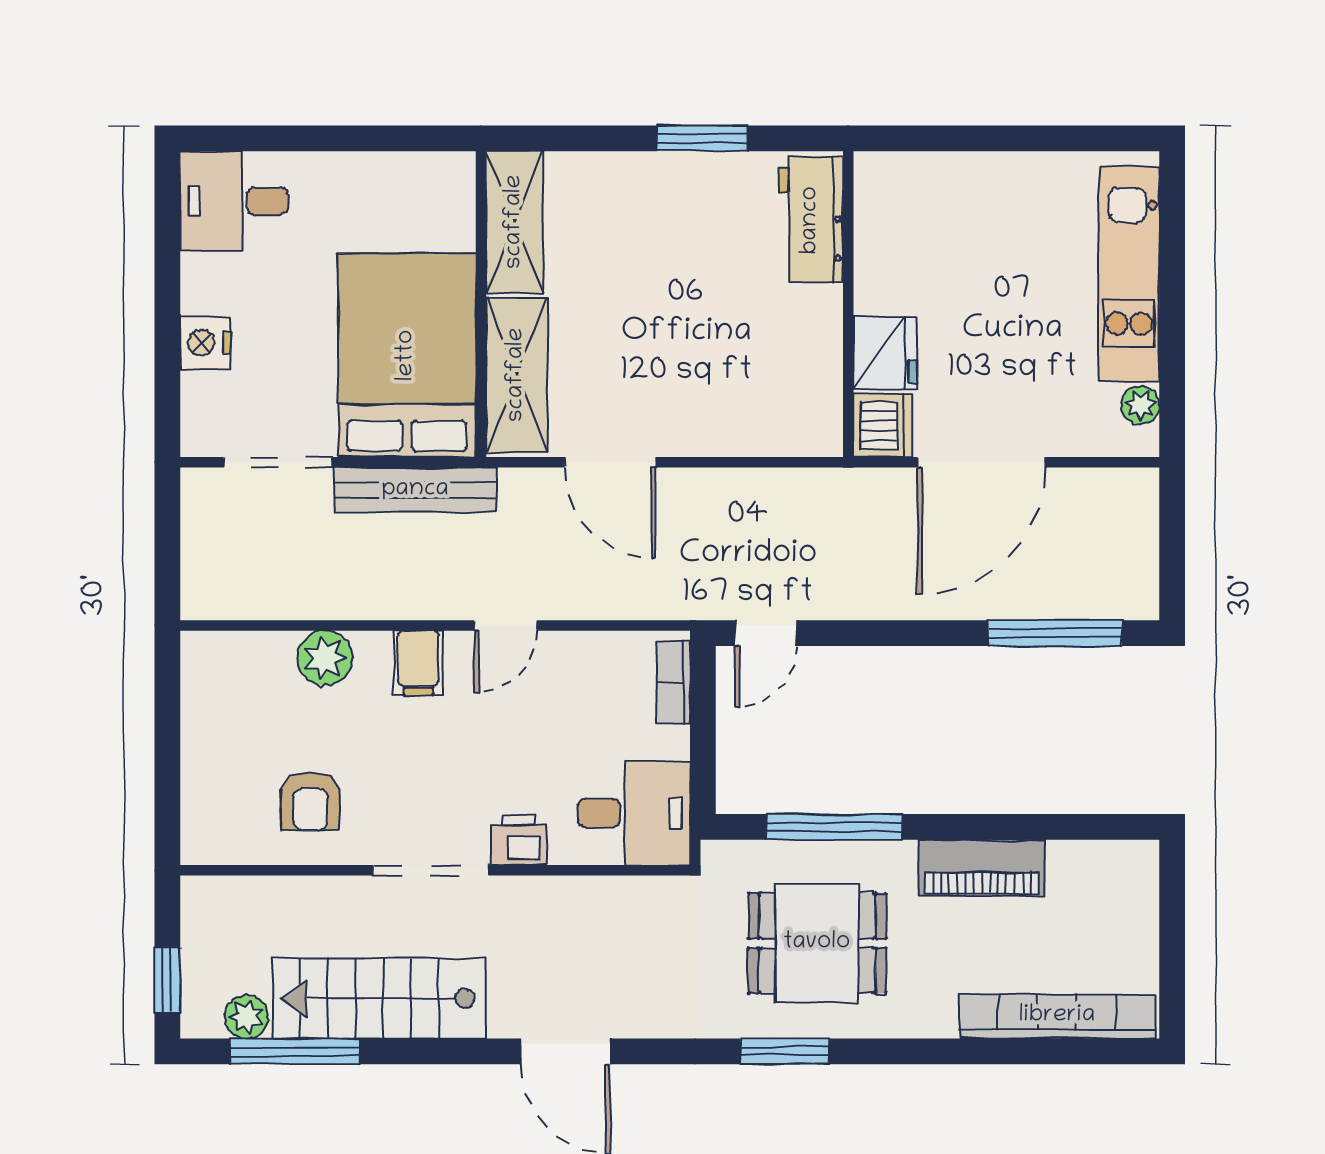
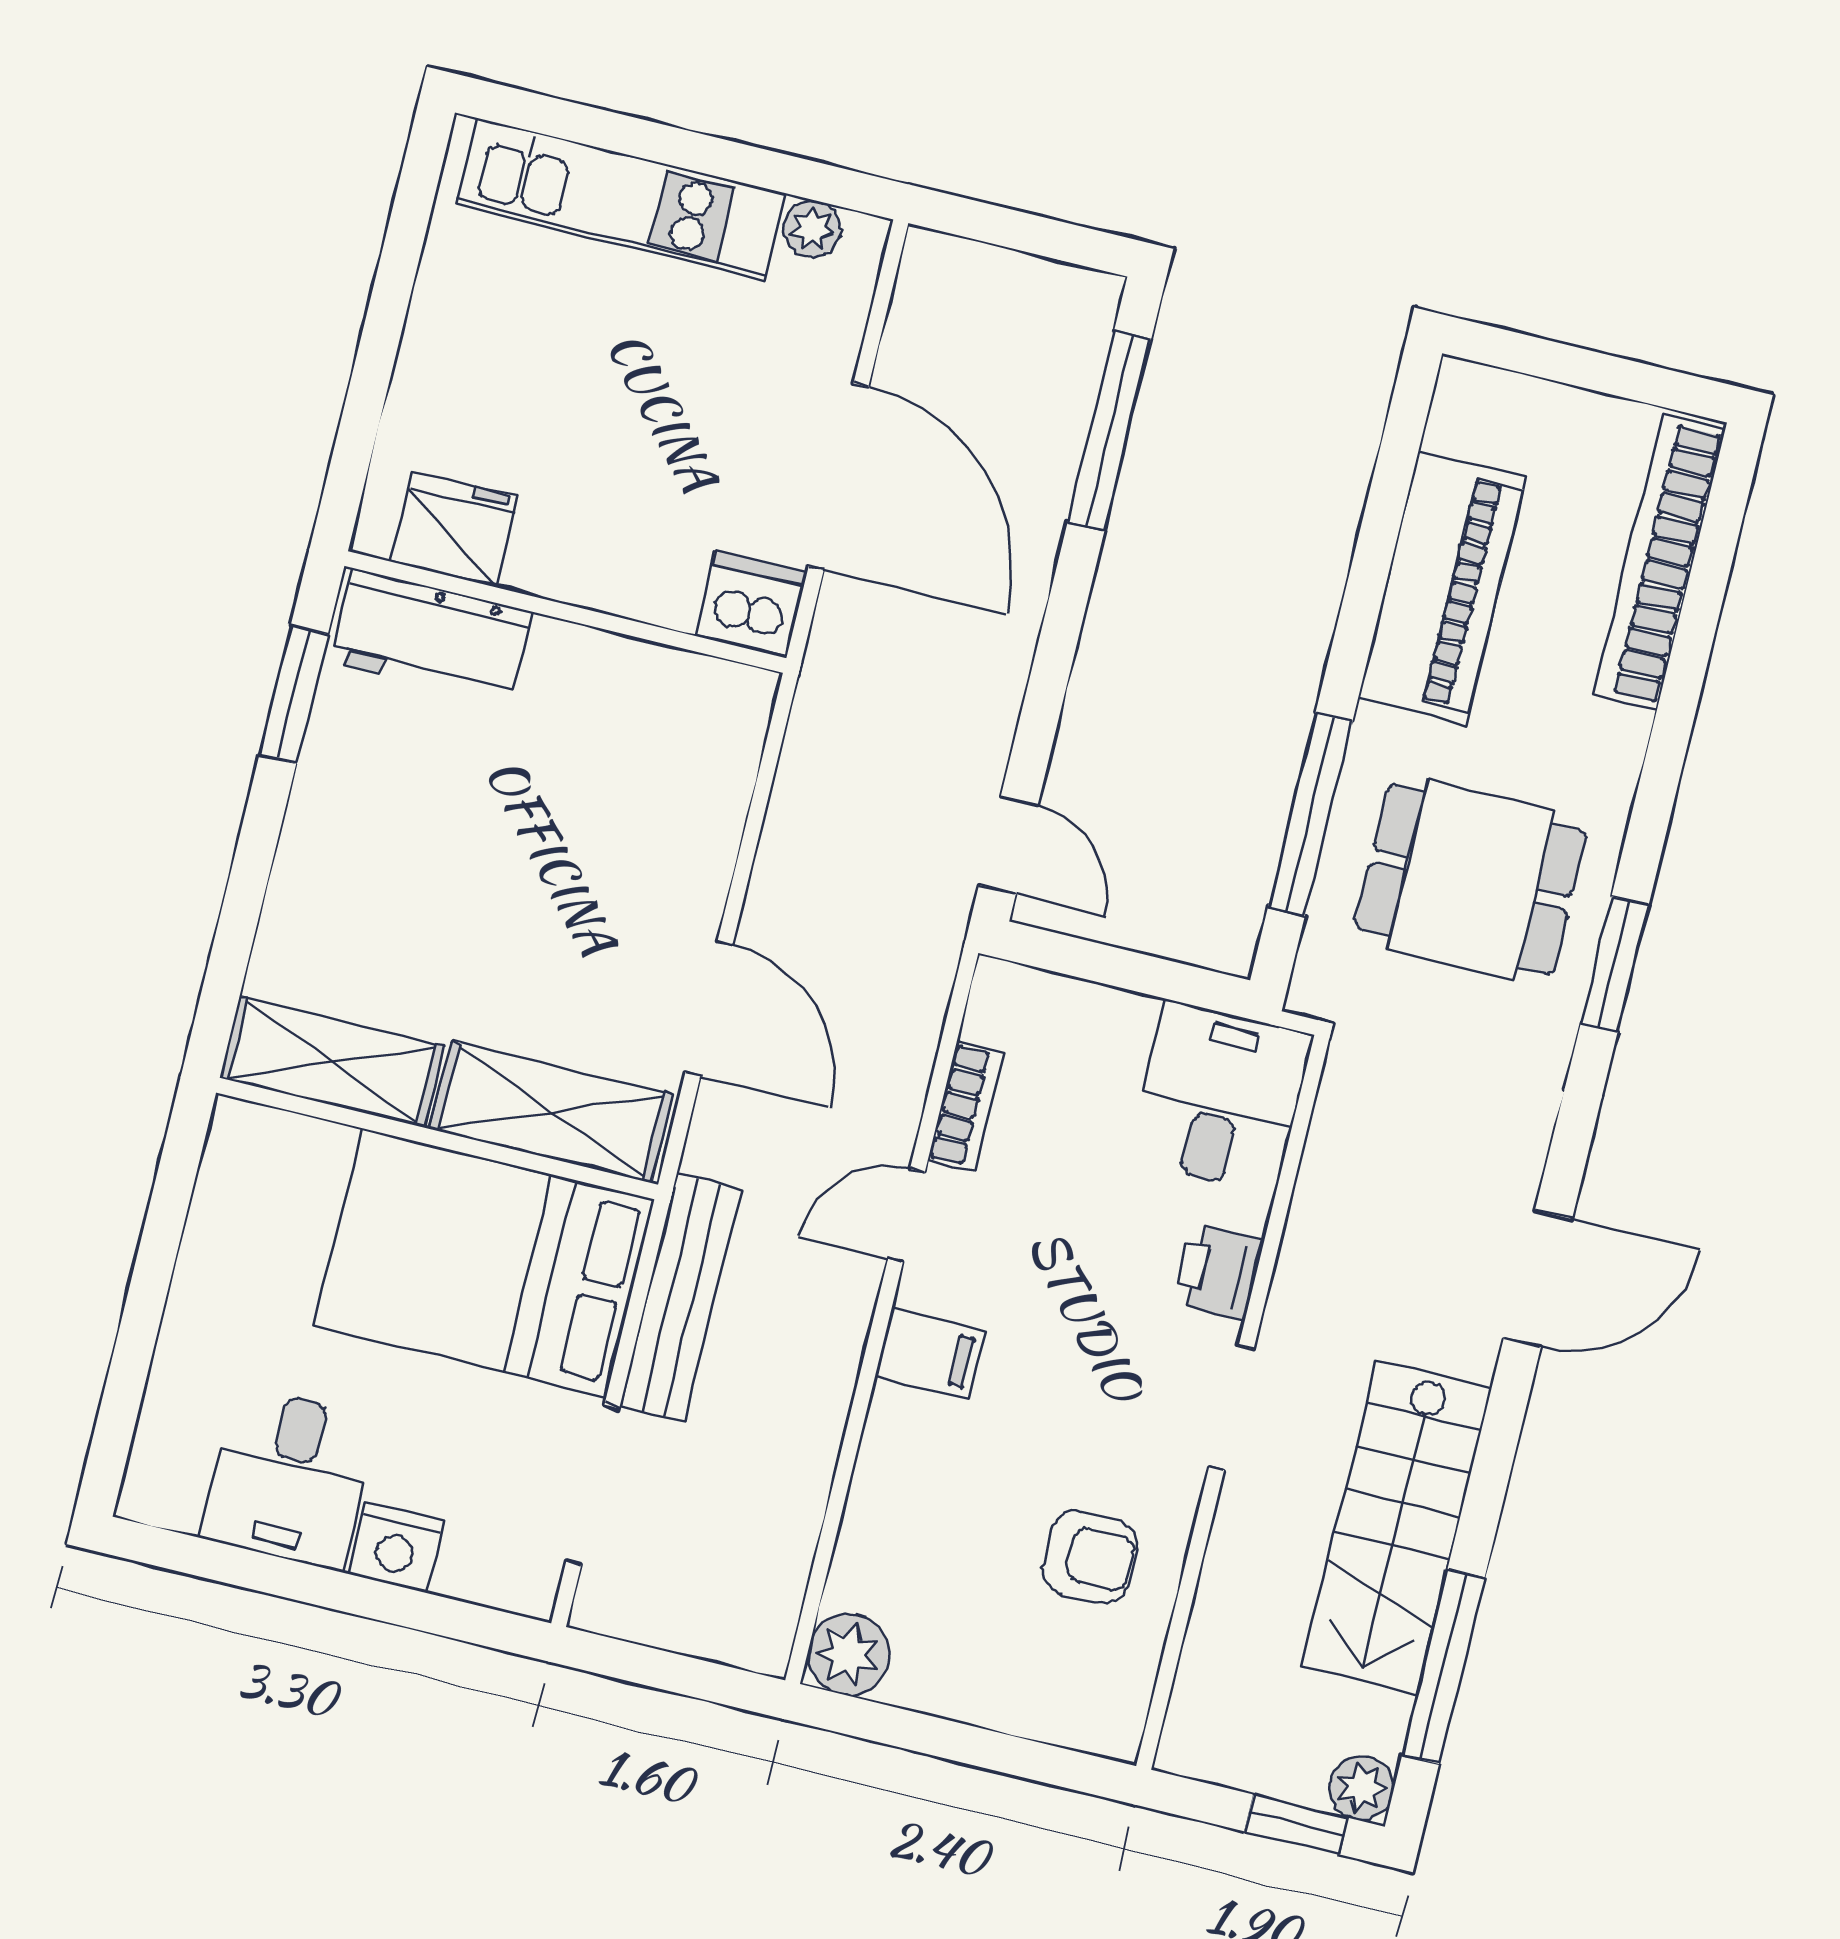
window: (702, 138) -> (294, 694), moved
desk: (234, 201) -> (289, 1478), moved
fridge: (885, 353) -> (454, 529), moved
door: (610, 462) -> (709, 1009), hinge flipped
door: (506, 625) -> (906, 1216), swing flipped
plant: (325, 658) -> (849, 1654), moved
bookcase: (673, 683) -> (966, 1106), moved, turned -90
piano: (982, 868) -> (1442, 588), width x1.37, depth x1.33
doorway: (431, 870) -> (1231, 1408), width x0.73
dining table: (817, 943) -> (1471, 880), turned 90
plant: (247, 1017) -> (1361, 1788), moved

